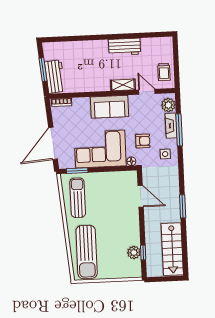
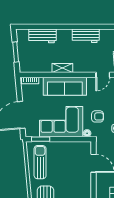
workbench: (55, 77) -> (43, 36), moved, turned 95
shelving: (123, 85) -> (62, 68), moved
door: (147, 92) -> (103, 75), swing flipped
sofa: (109, 107) -> (65, 86), width x1.36

